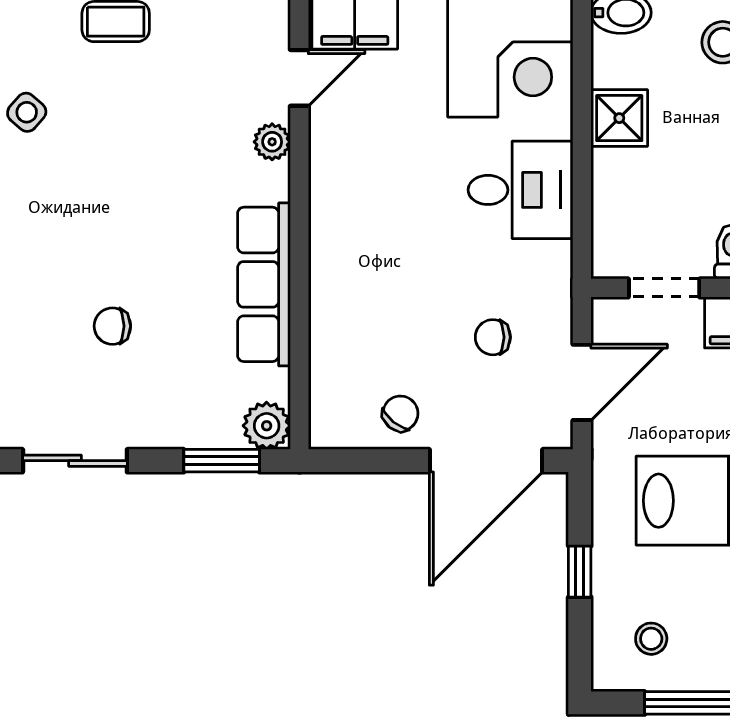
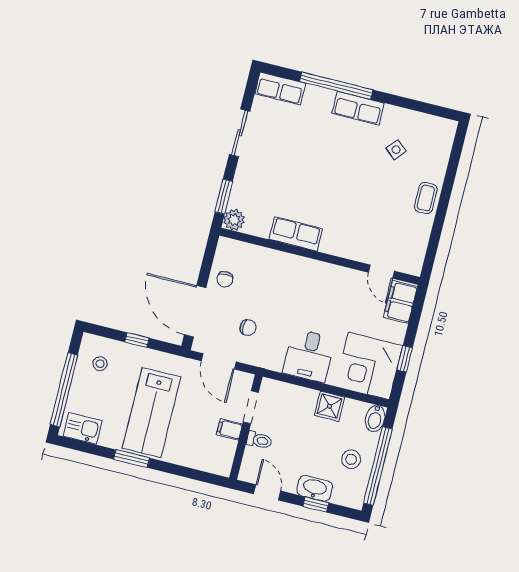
plant: (272, 142) -> (357, 253), removed
row of seats: (264, 284) -> (296, 234), width x0.68
chair: (112, 326) -> (294, 164), removed
chair: (493, 337) -> (248, 328), turned 90
chair: (400, 413) -> (225, 279), turned 51

